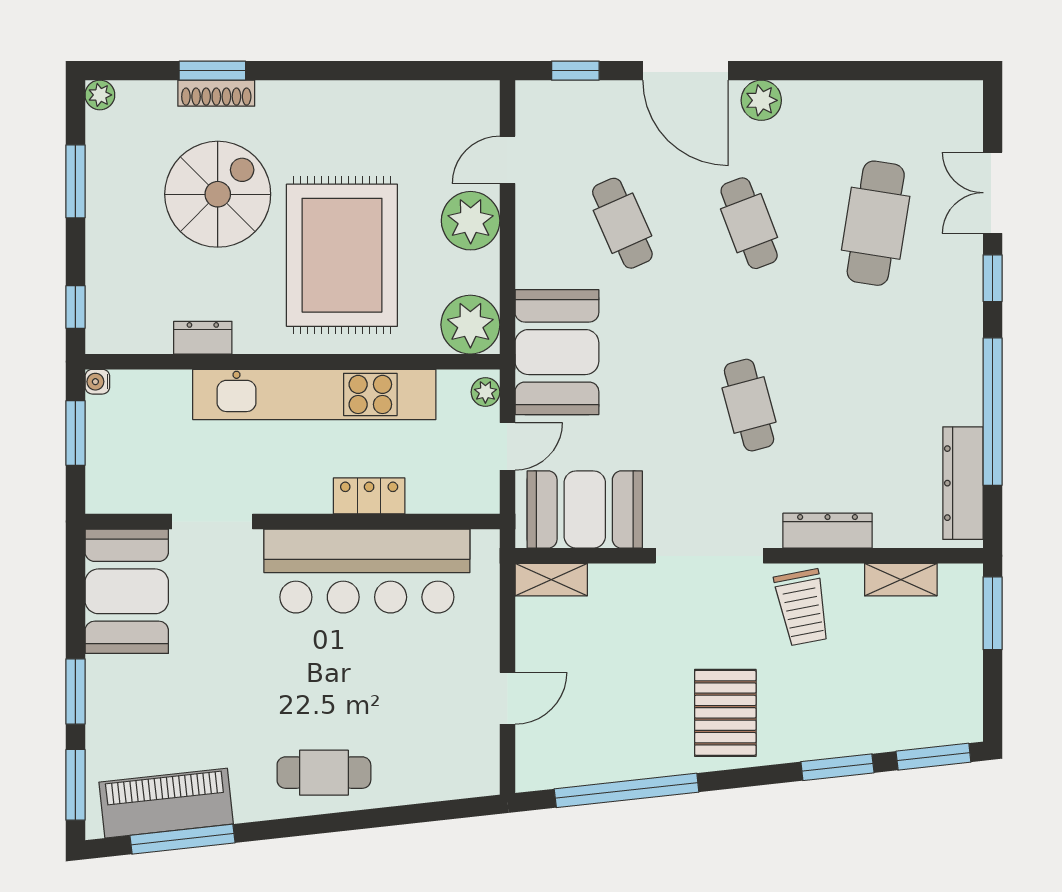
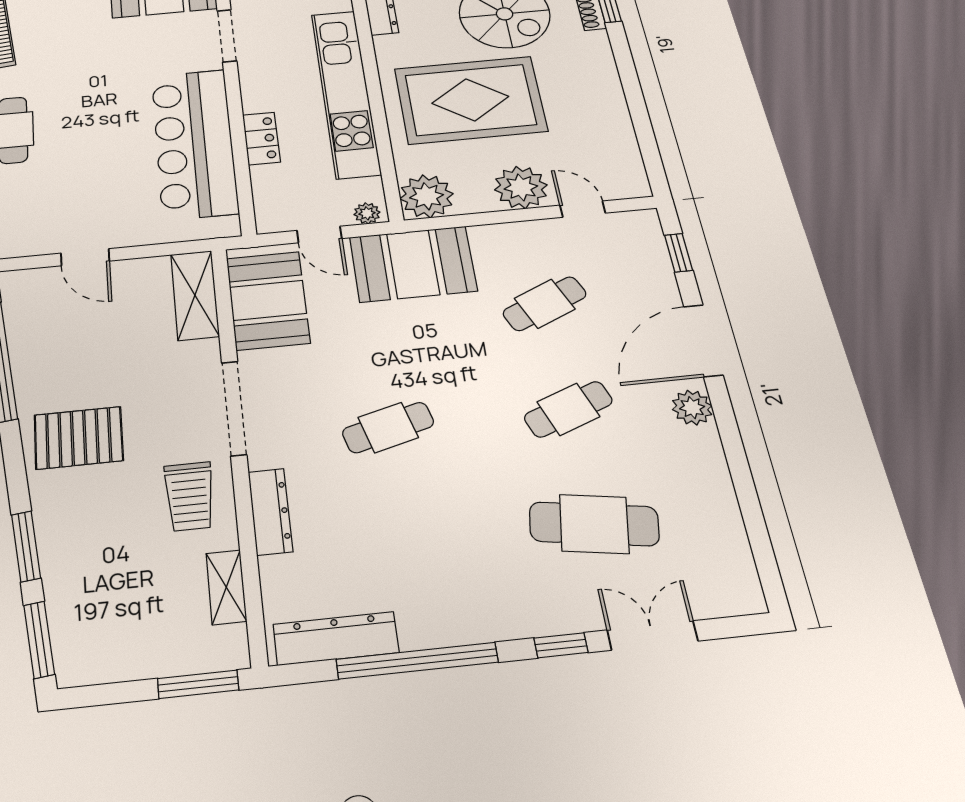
shelving: (551, 580) -> (195, 295), width x1.50, depth x1.33
trolley: (802, 607) -> (190, 496), turned -79

